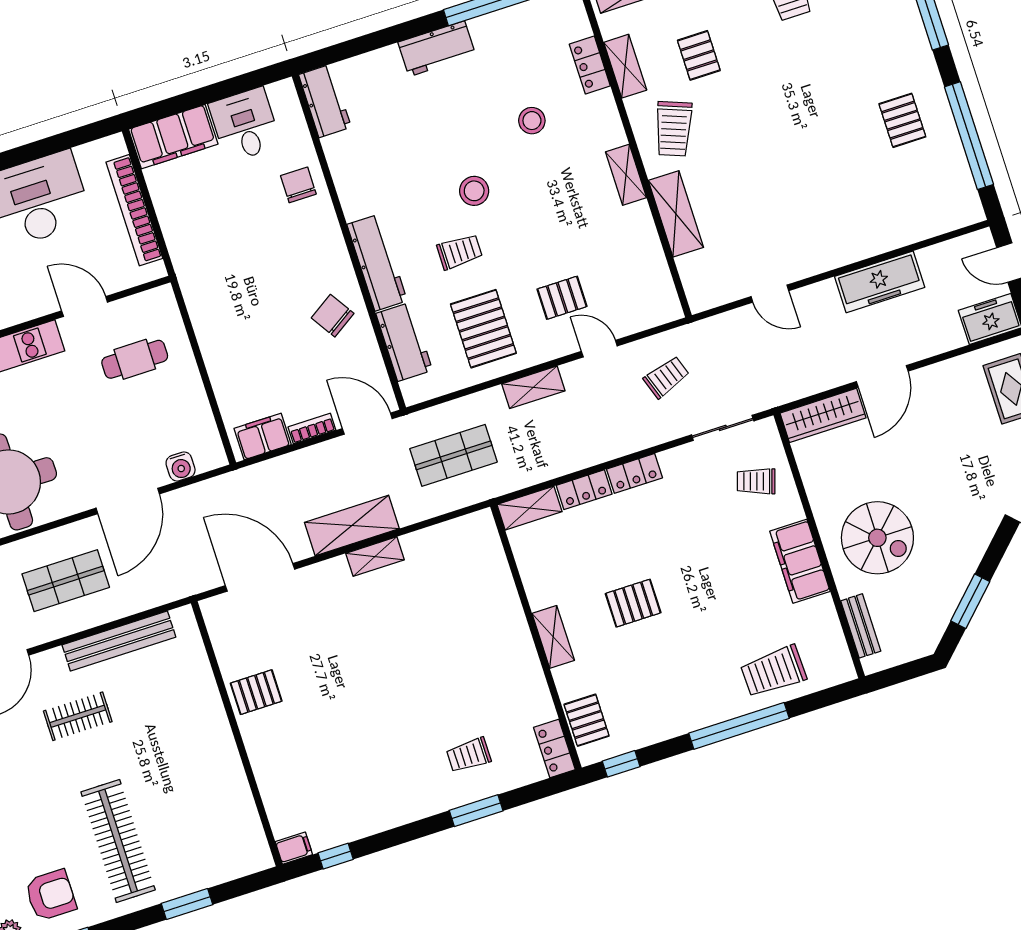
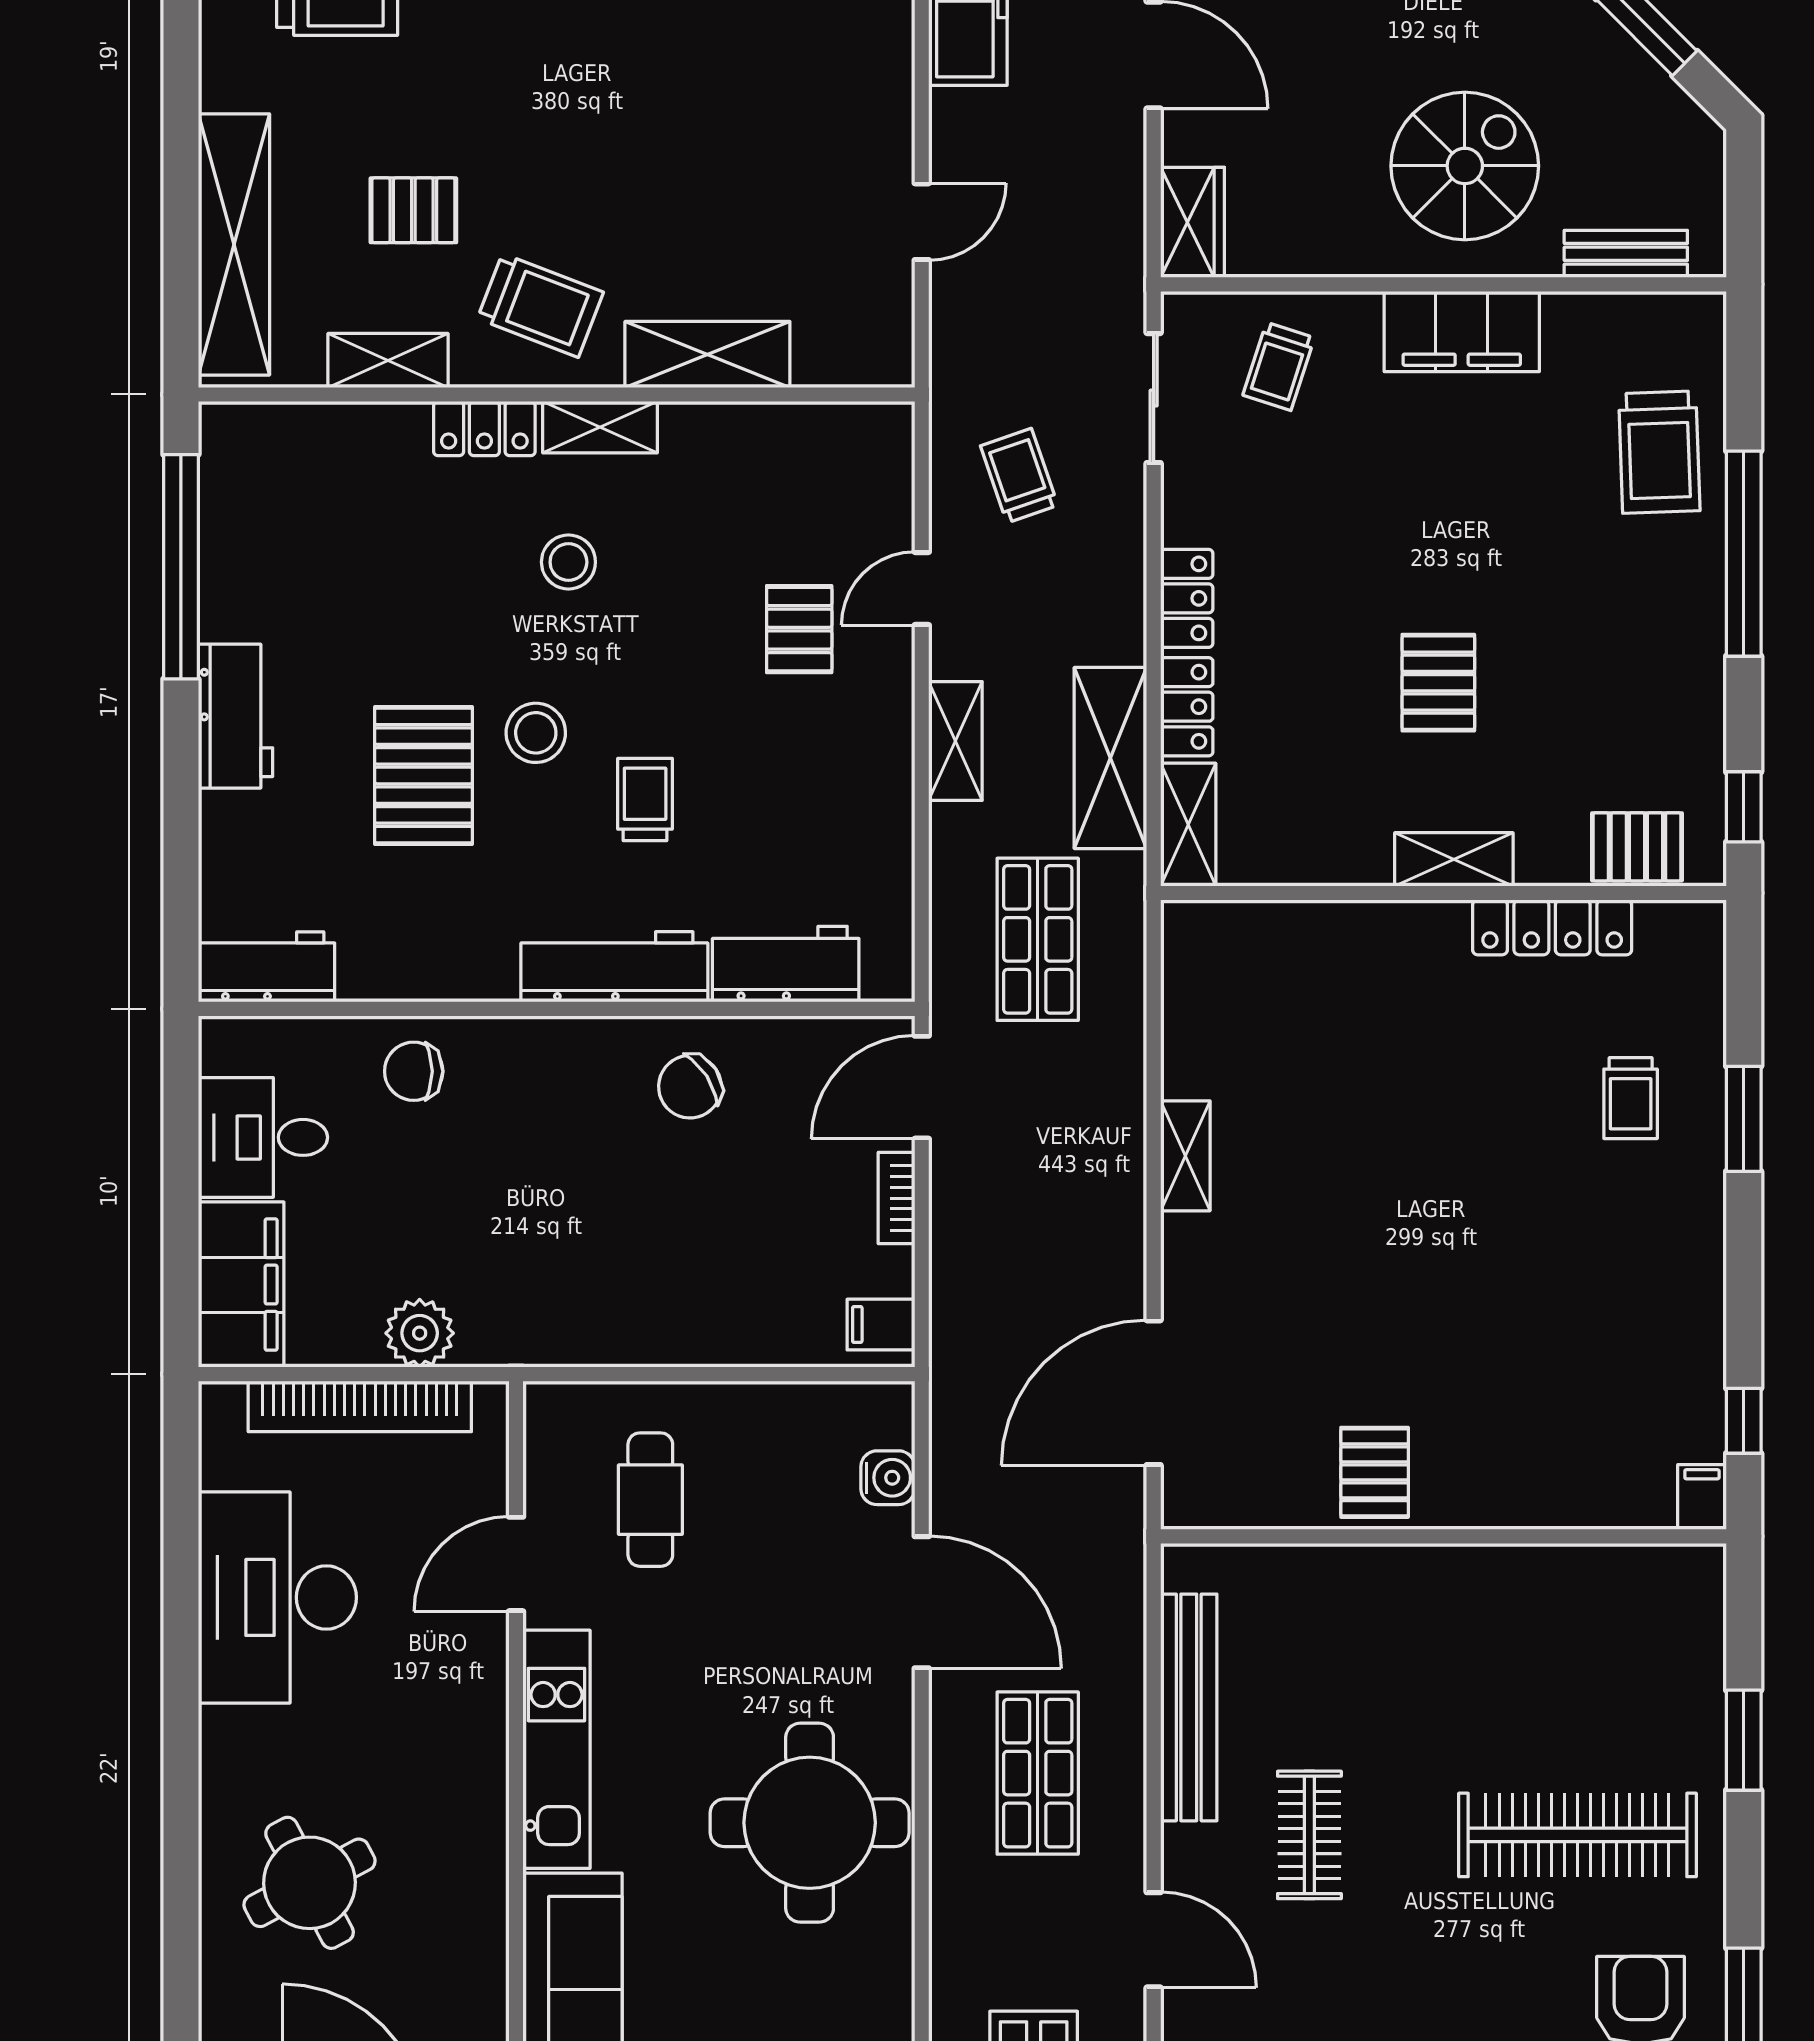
locker: (590, 65) -> (484, 429), moved
stool: (532, 121) -> (568, 562), moved
plant: (177, 227) -> (420, 1333), added
pallet: (483, 329) -> (424, 775), moved, turned 90
wardrobe: (823, 415) -> (1192, 222), width x0.67
filing cabinet: (263, 436) -> (881, 1325), width x0.50
shelving: (352, 525) -> (1110, 758), moved
locker: (554, 749) -> (1552, 927), moved, width x1.53

